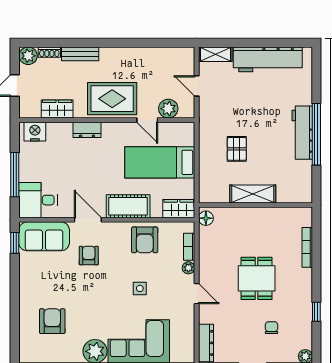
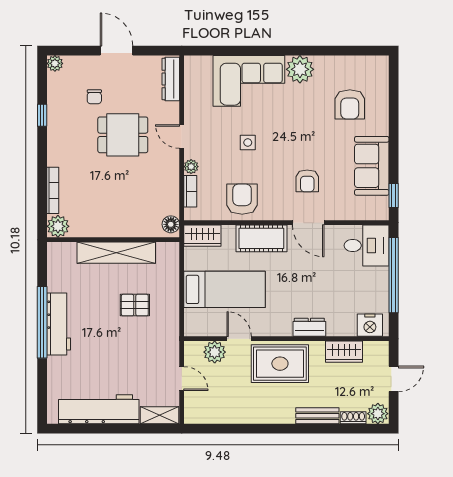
pallet: (237, 149) -> (135, 305), turned 90
window: (15, 175) -> (394, 275), width x1.46
shelving: (253, 194) -> (116, 253), width x1.47
plant: (303, 217) -> (58, 226), added
sofa: (44, 236) -> (372, 166), moved, turned -90
dining table: (257, 278) -> (123, 135), moved, turned 90

